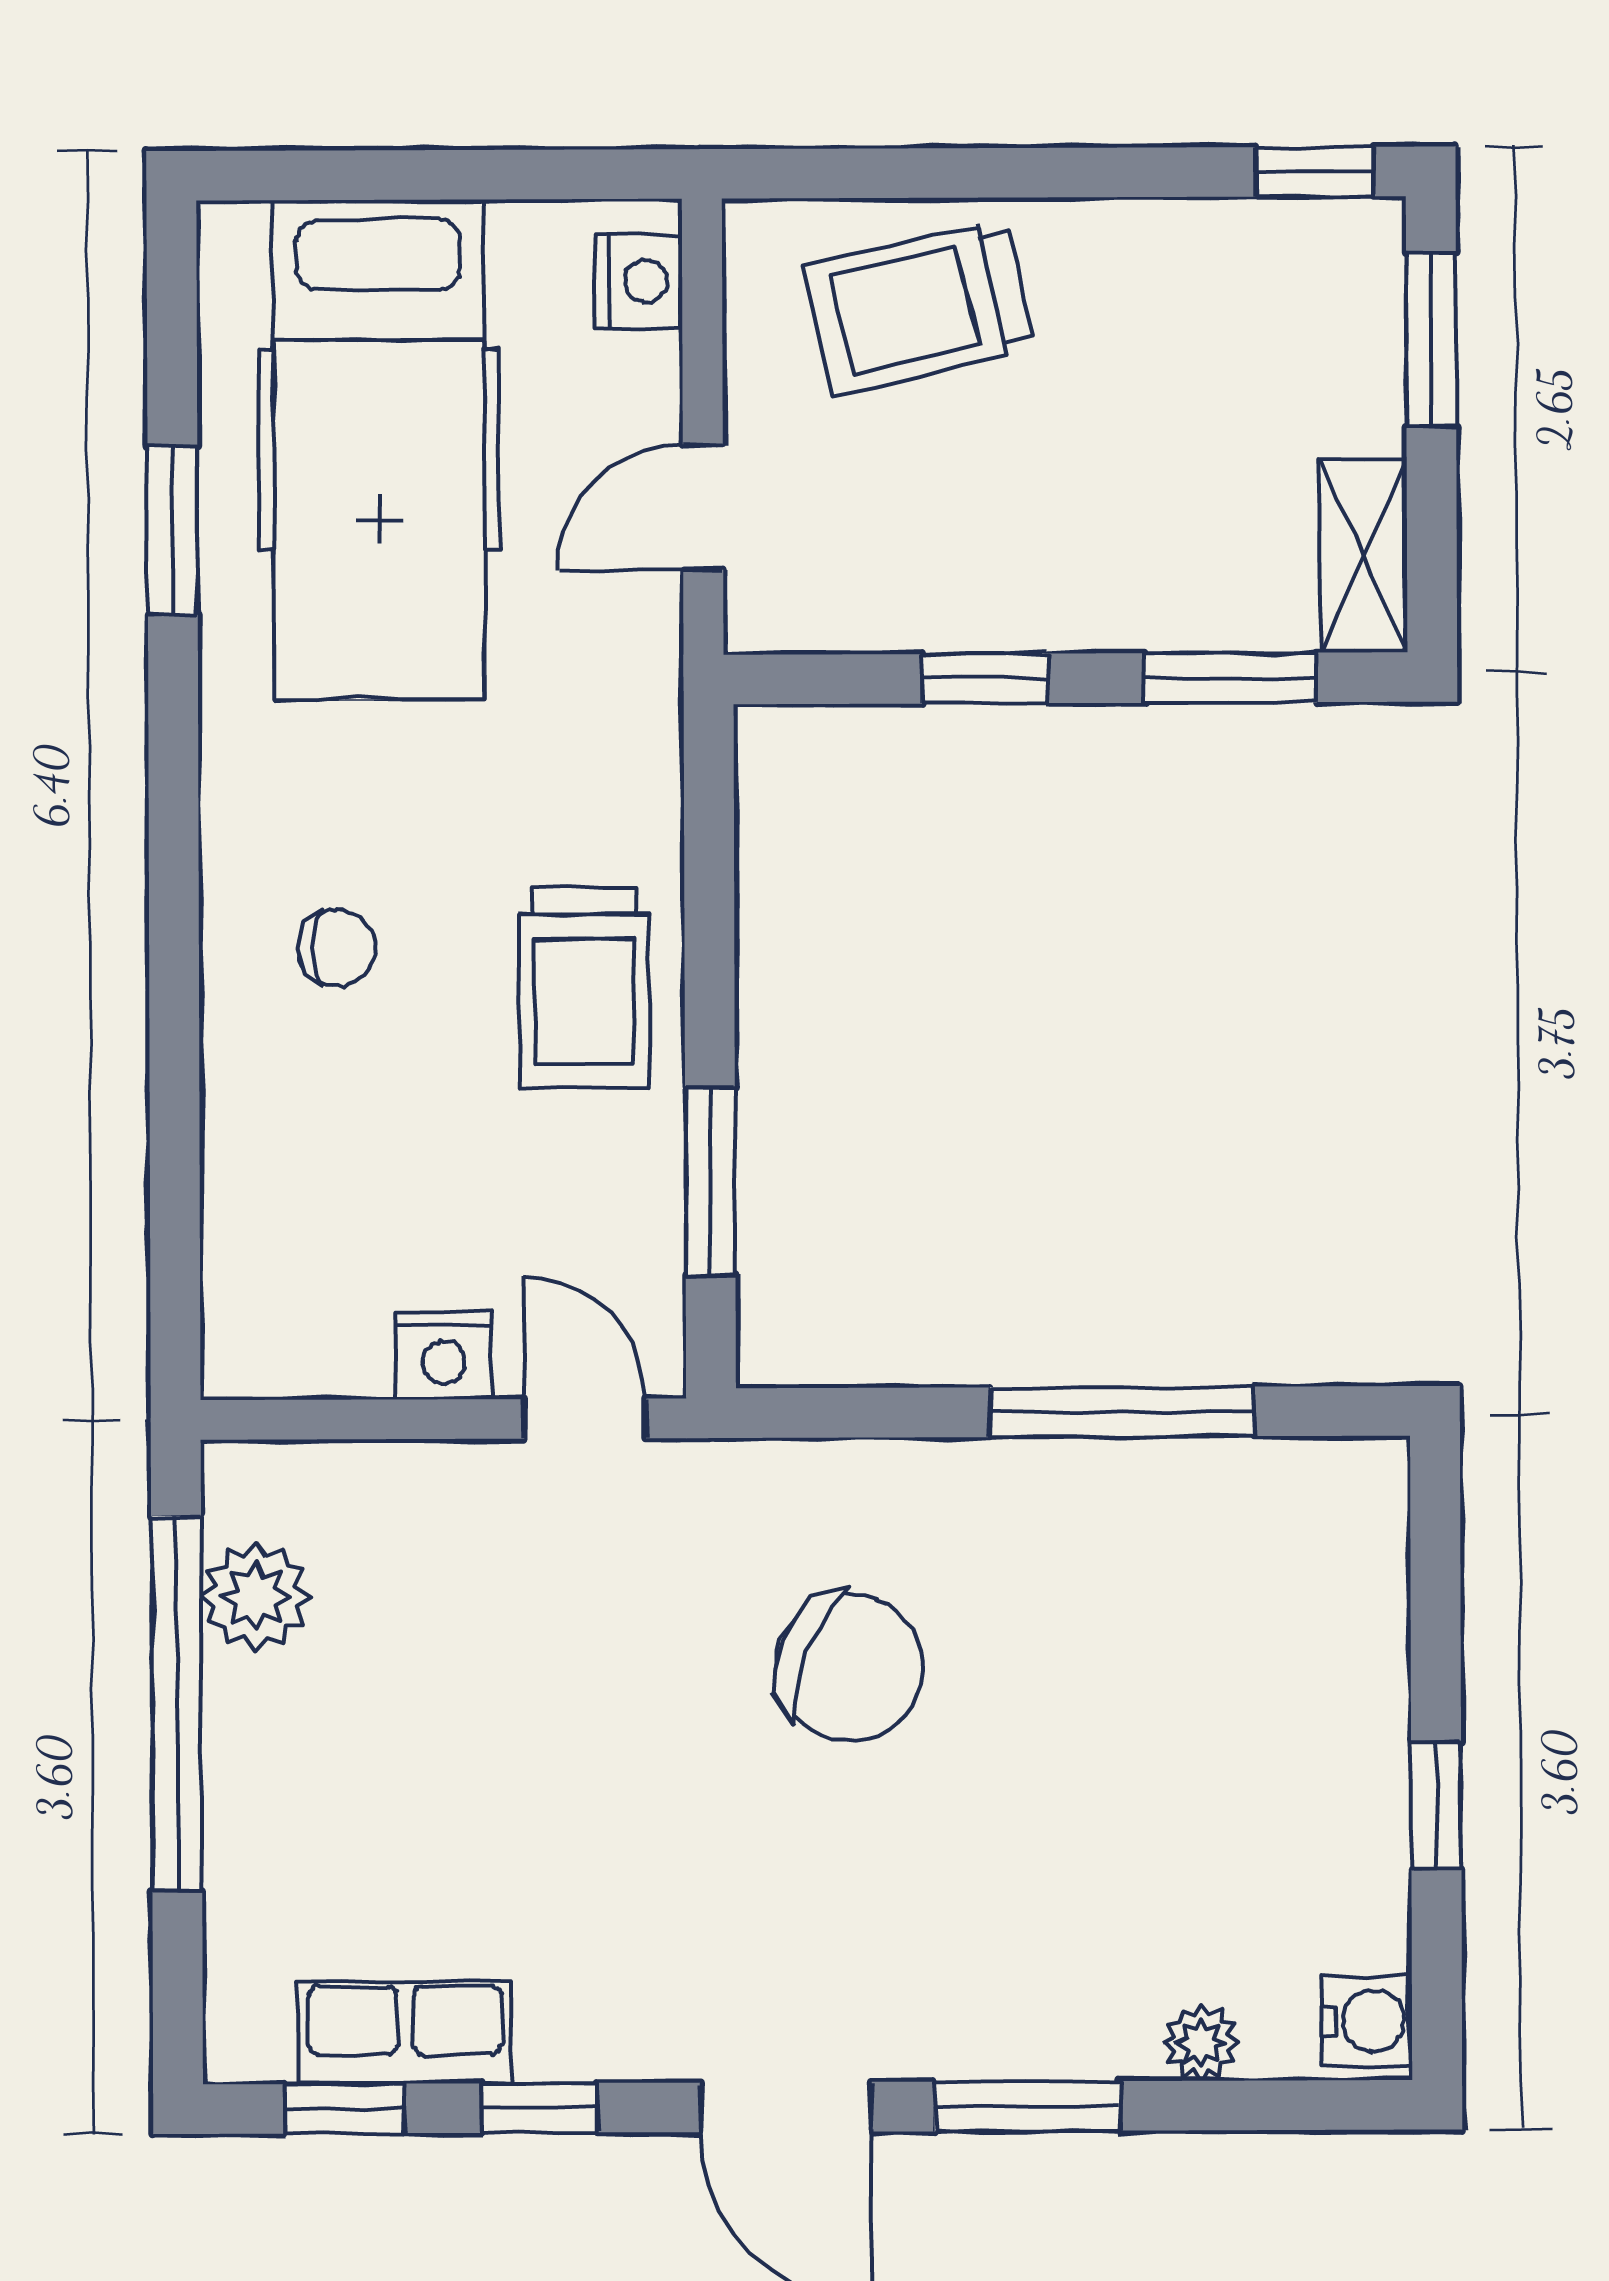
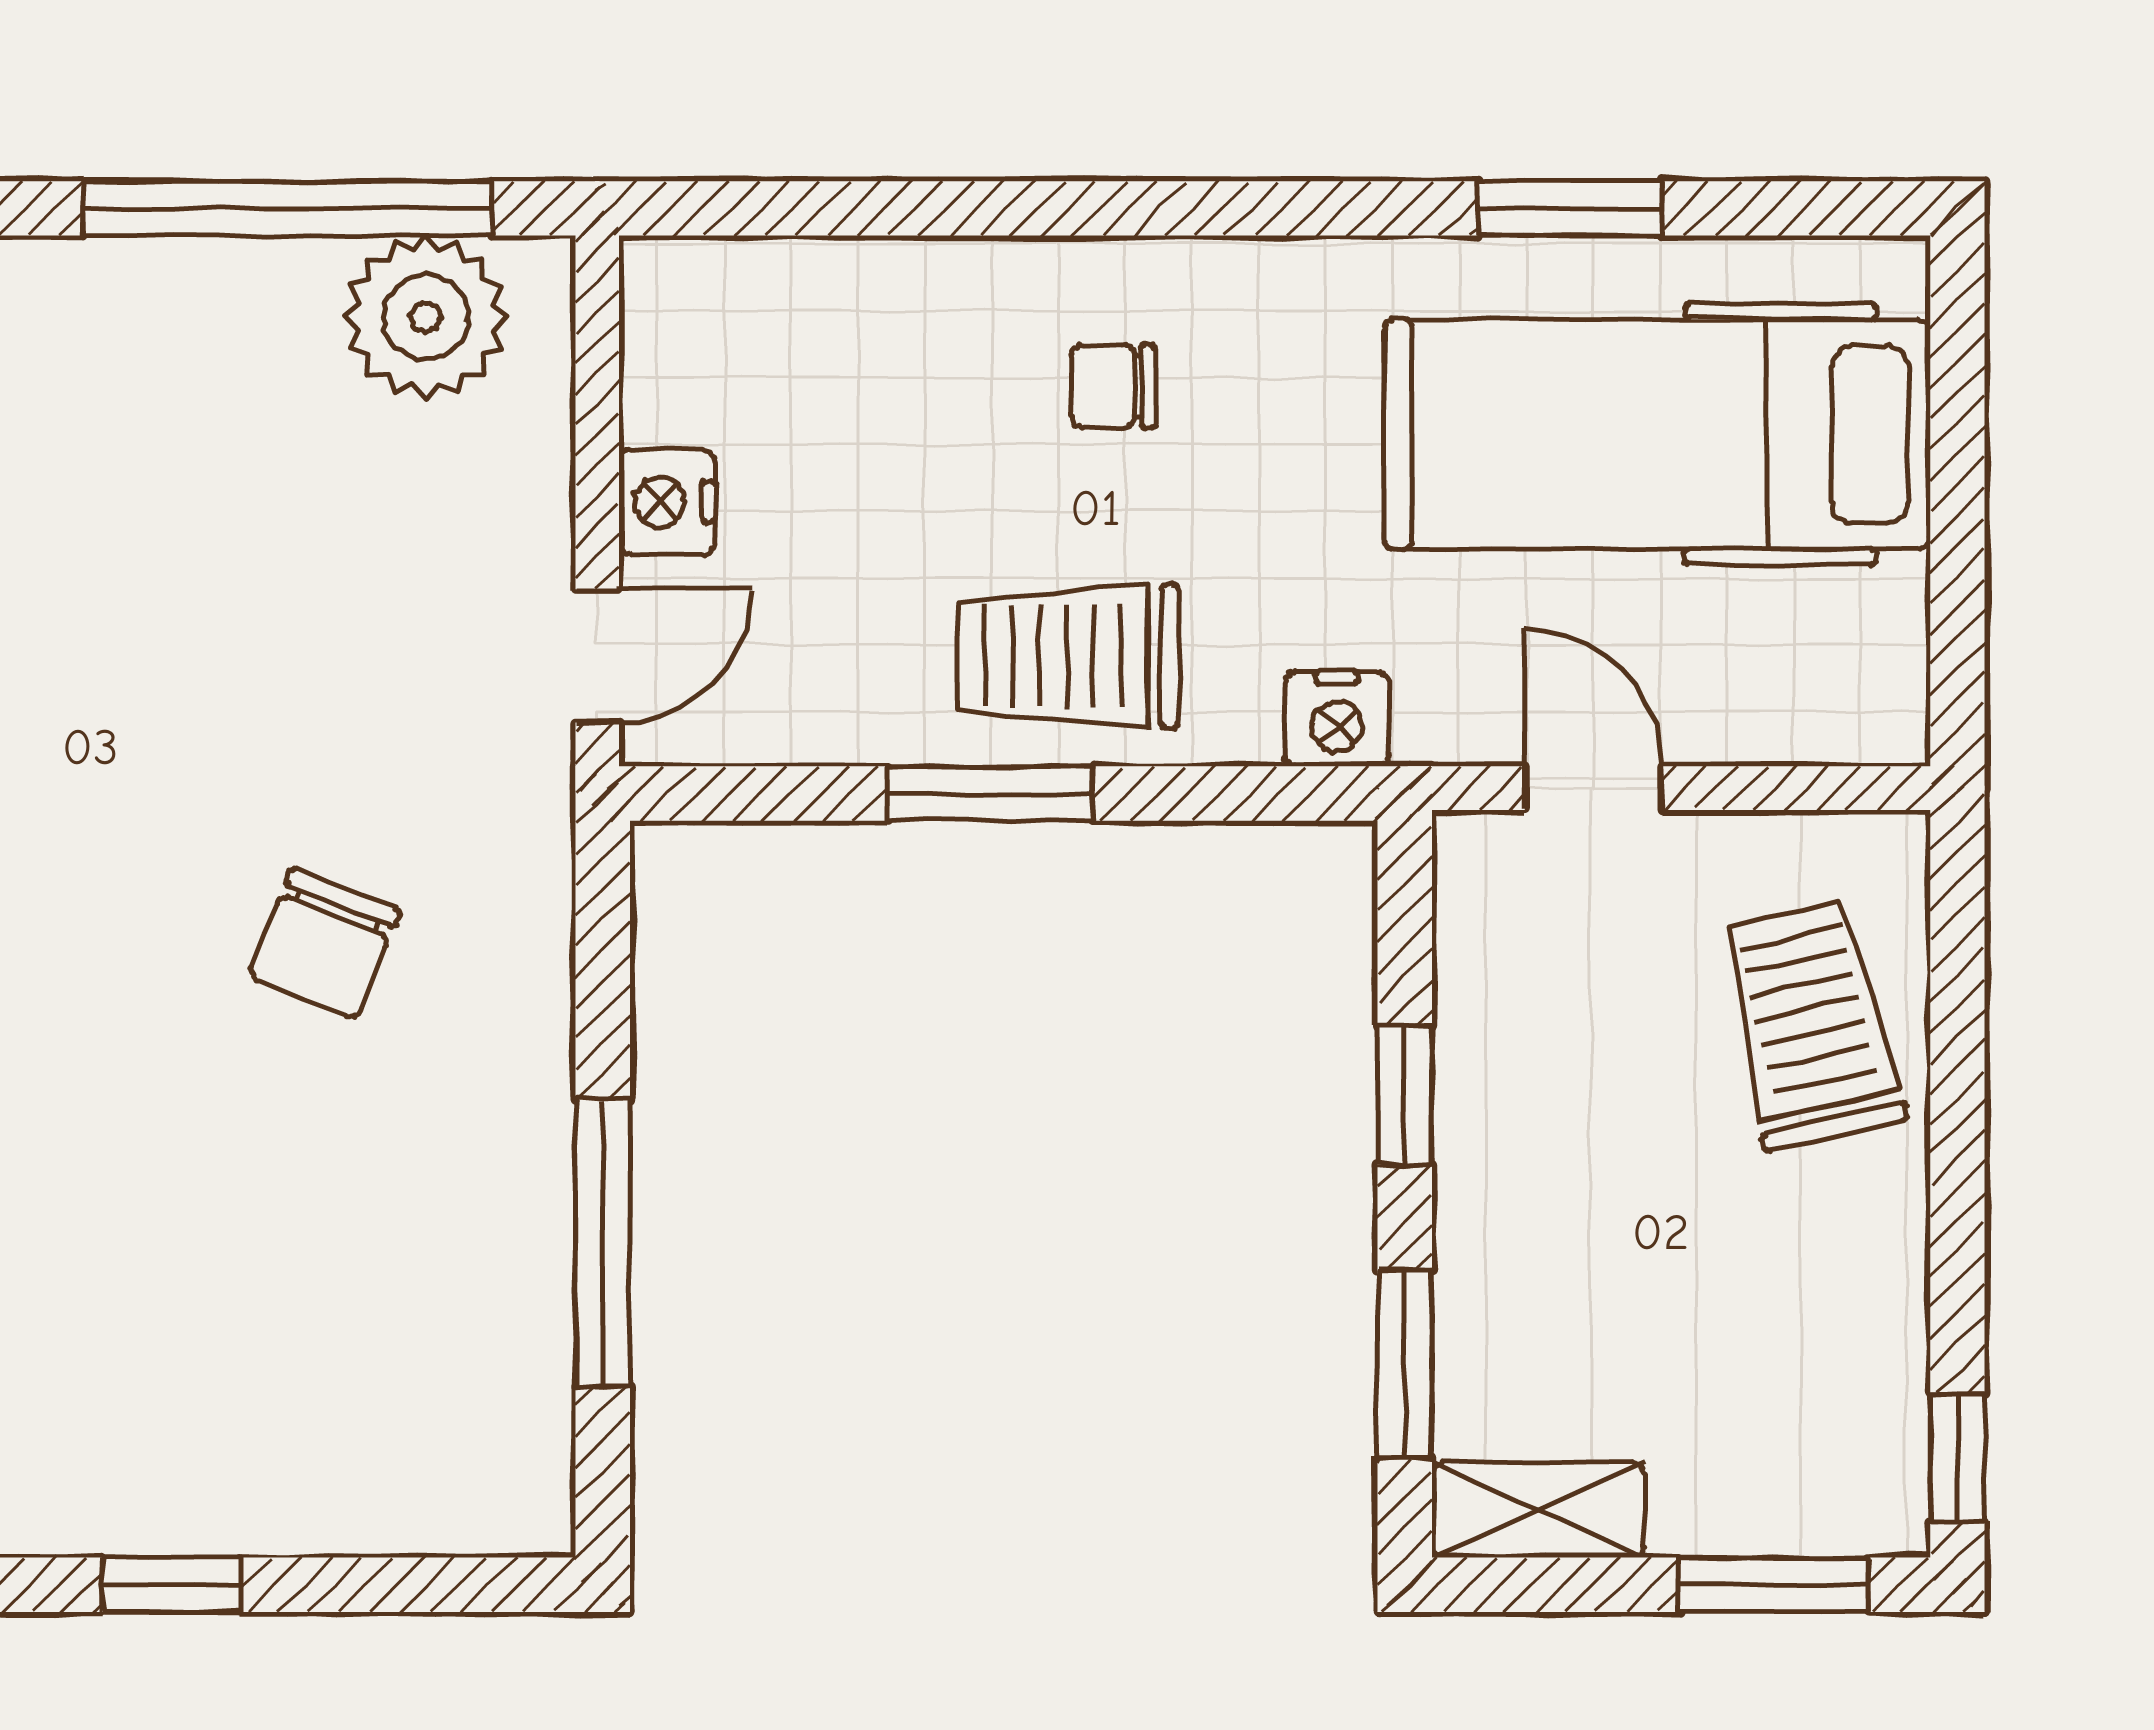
nightstand: (639, 281) -> (1337, 719), moved
chair: (337, 948) -> (1113, 386), turned 90
window: (710, 1182) -> (990, 794), moved
plant: (256, 1597) -> (426, 317), width x1.36, depth x1.36
chair: (849, 1668) -> (324, 944), width x0.73, depth x0.73

